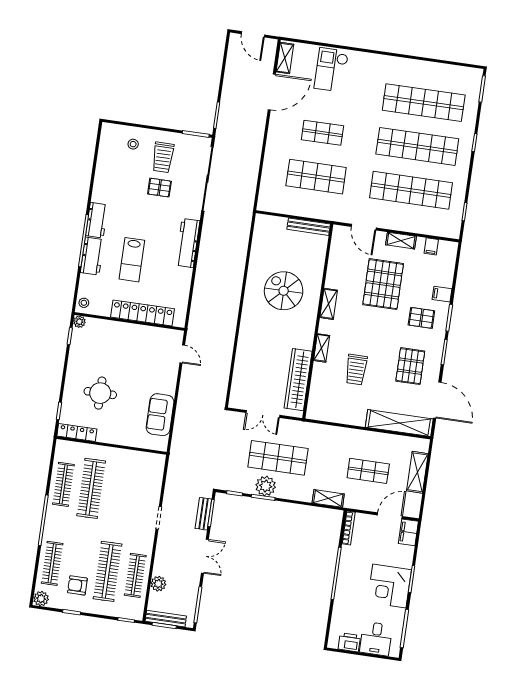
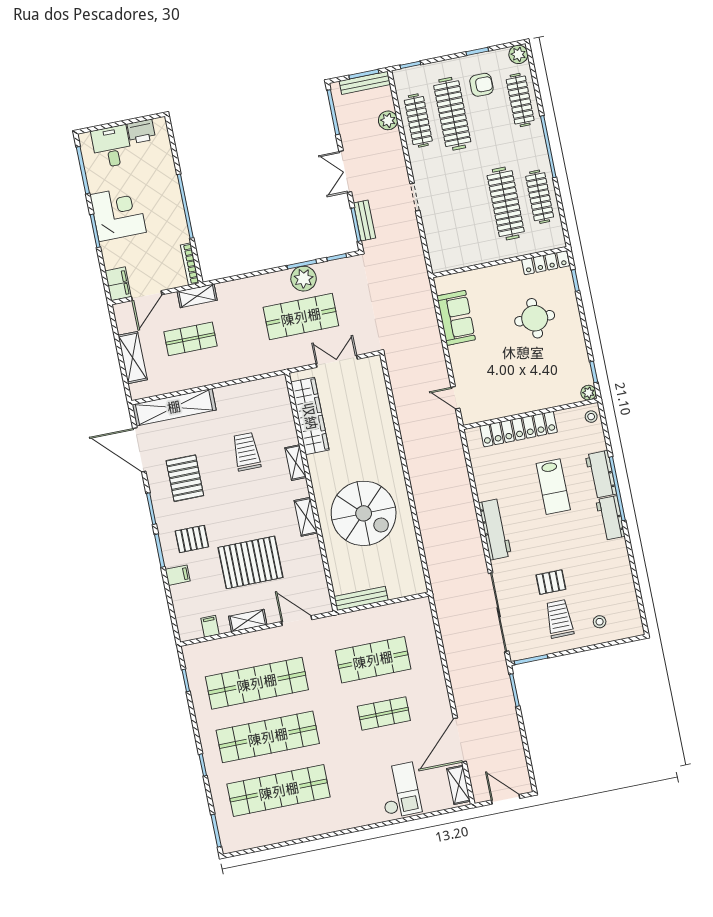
lab bench: (132, 260) -> (553, 487), turned 180
pallet: (383, 284) -> (251, 562), turned 90
spiral stairs: (284, 291) -> (364, 513), width x1.37, depth x1.37
shelving: (328, 498) -> (197, 296), moved

